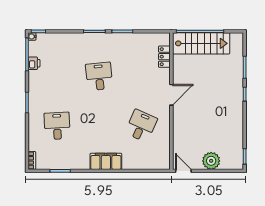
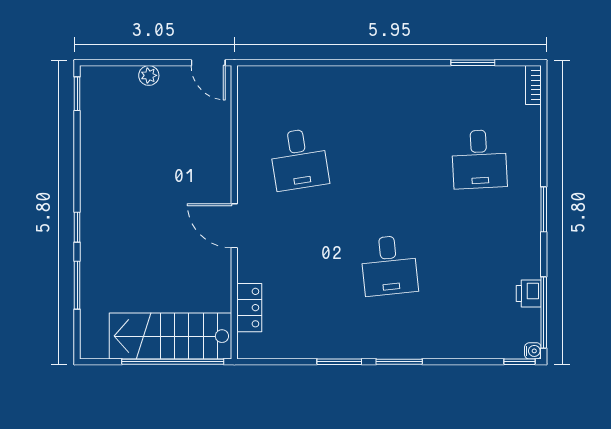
door: (171, 95) -> (234, 226), hinge flipped
desk: (141, 126) -> (299, 159), turned -33
filing cabinet: (106, 161) -> (375, 83), removed
plant: (211, 161) -> (149, 75), width x0.53, depth x0.53

